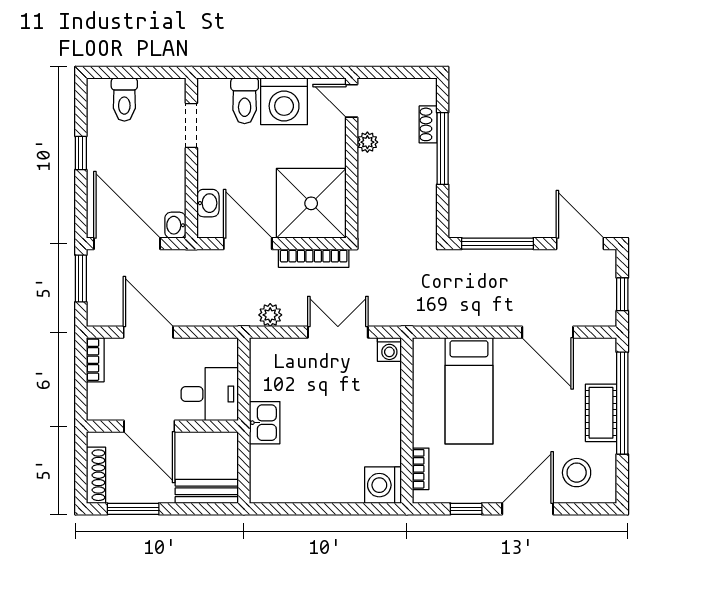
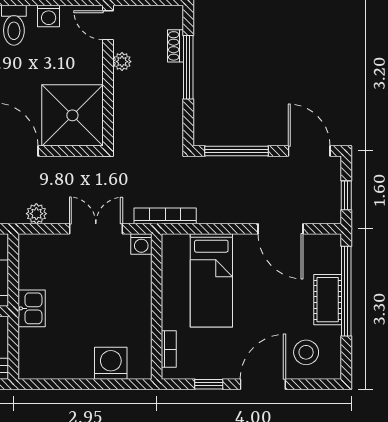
washing machine: (284, 101) -> (49, 16), width x0.53, depth x0.53
bookcase: (314, 258) -> (165, 216), moved, turned 180
washing machine: (383, 485) -> (111, 363), moved, turned 90

